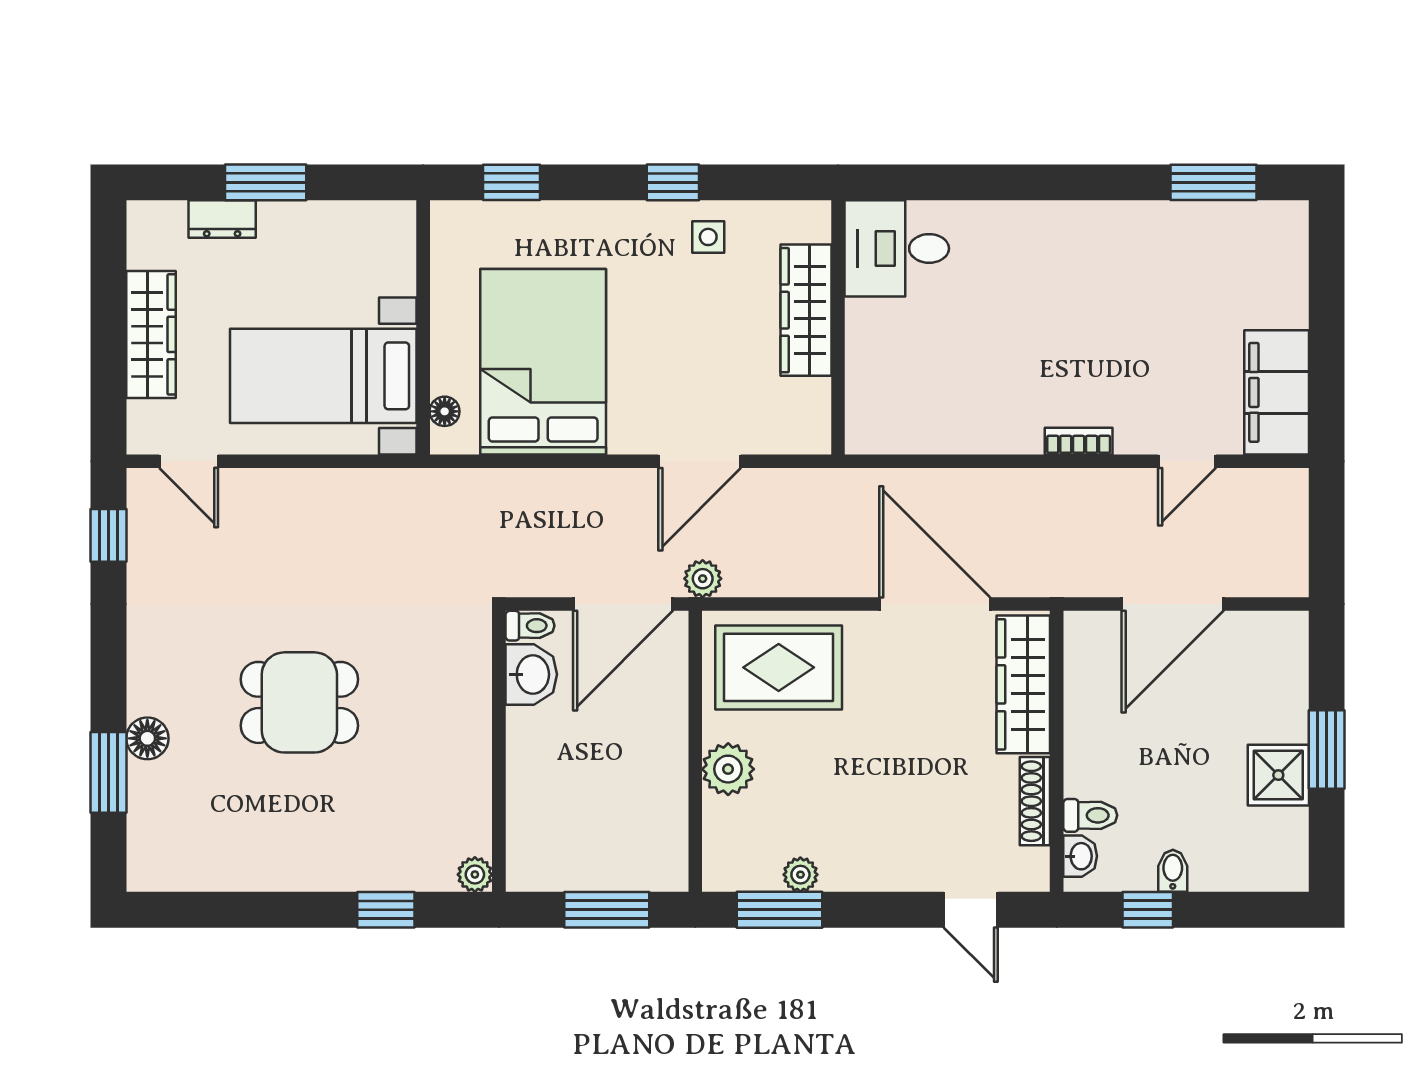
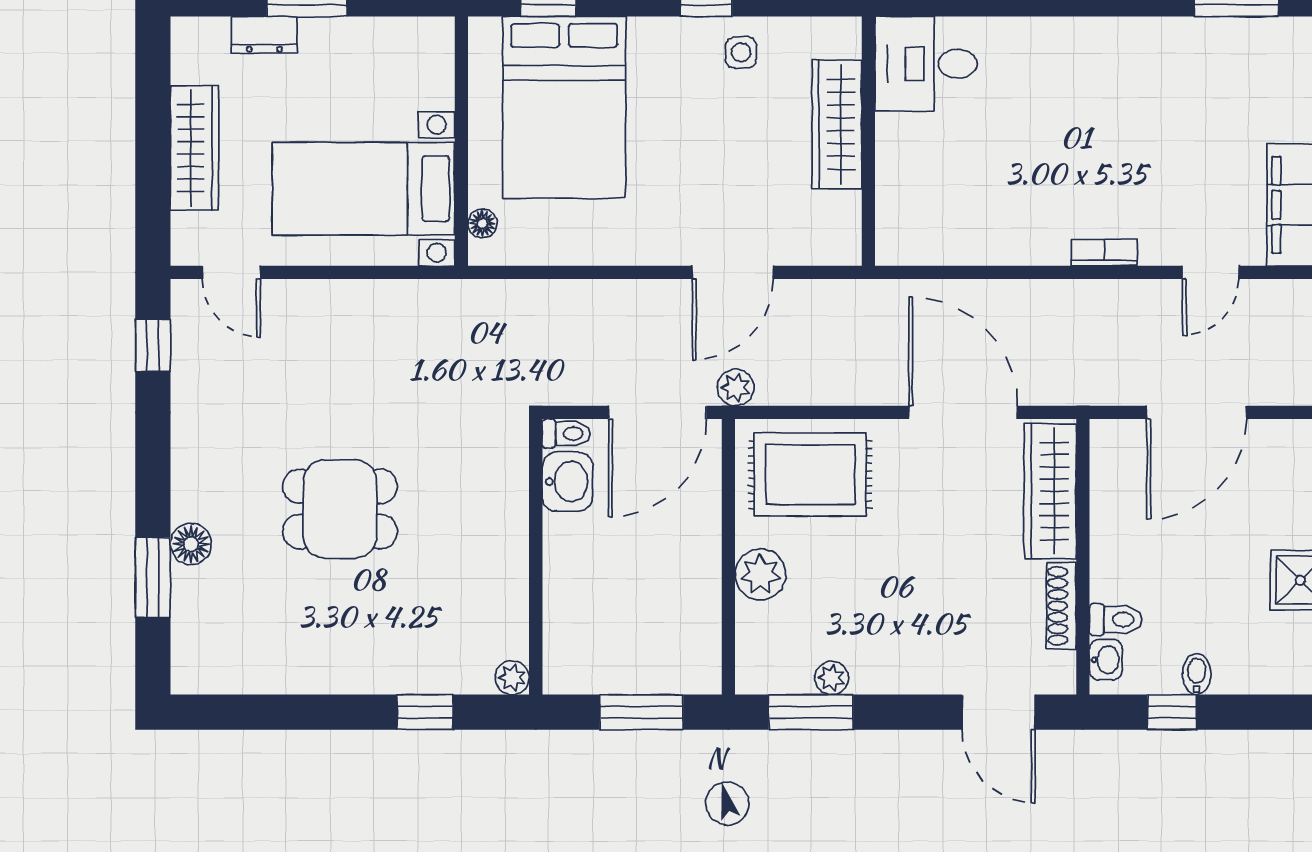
bed: (543, 362) -> (564, 107), moved, turned 180
door: (971, 910) -> (999, 712), width x1.38

